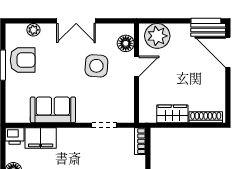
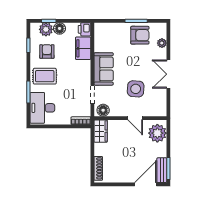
floor lamp: (126, 43) -> (103, 110), moved
armchair: (23, 60) -> (140, 35), turned -90
sofa: (53, 110) -> (104, 69), moved
wardrobe: (172, 114) -> (101, 131), moved

